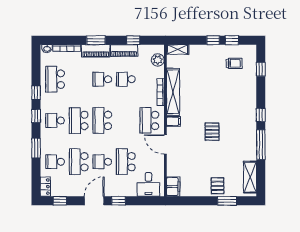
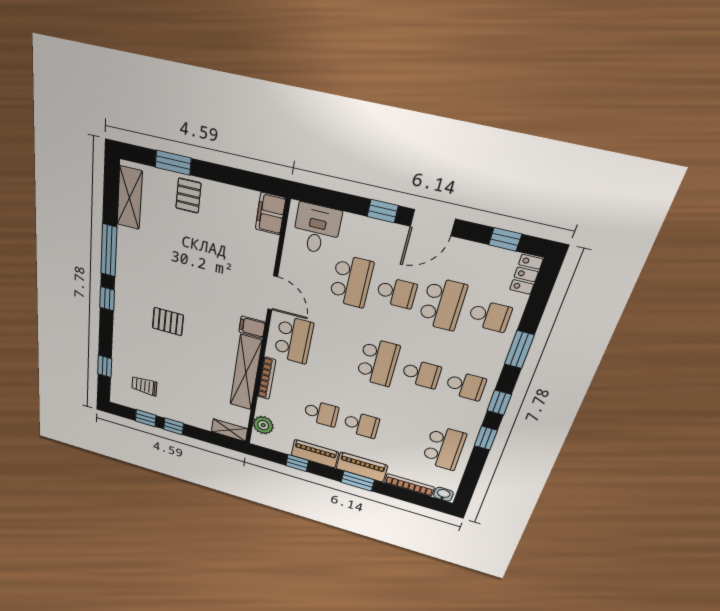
school desk: (79, 120) -> (421, 374), width x0.54
pallet: (212, 132) -> (168, 322), moved, turned 90

